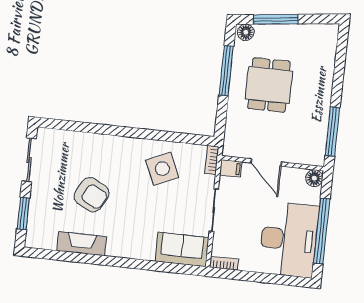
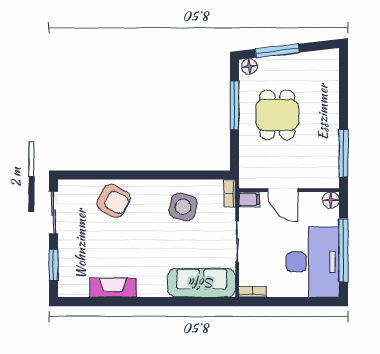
side table: (162, 169) -> (183, 207), turned 37
armchair: (92, 195) -> (114, 201), moved
sofa: (182, 249) -> (202, 283), width x1.36

